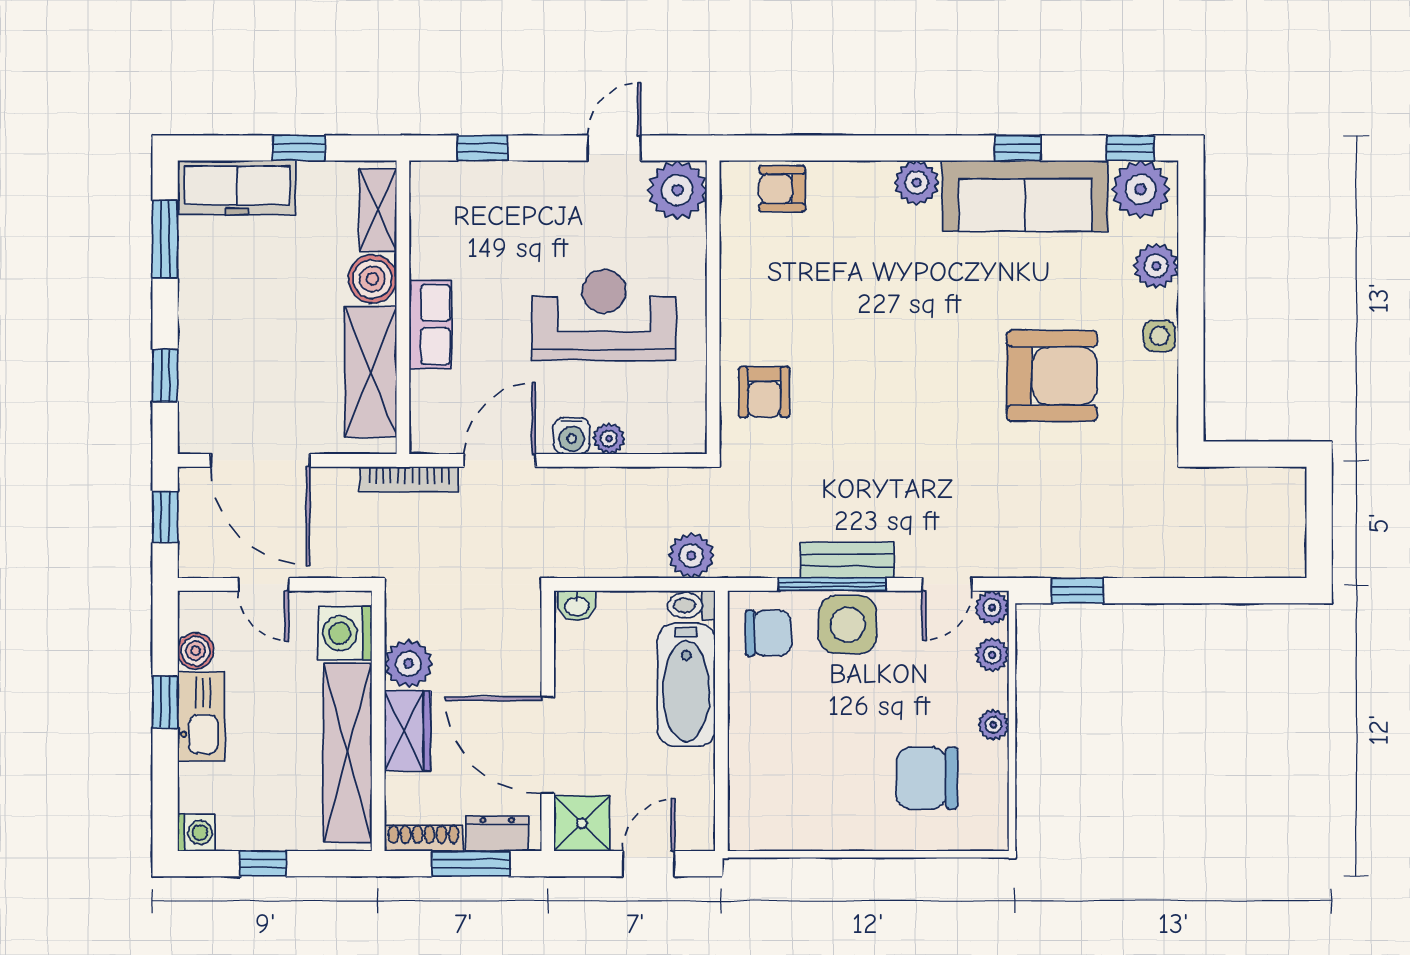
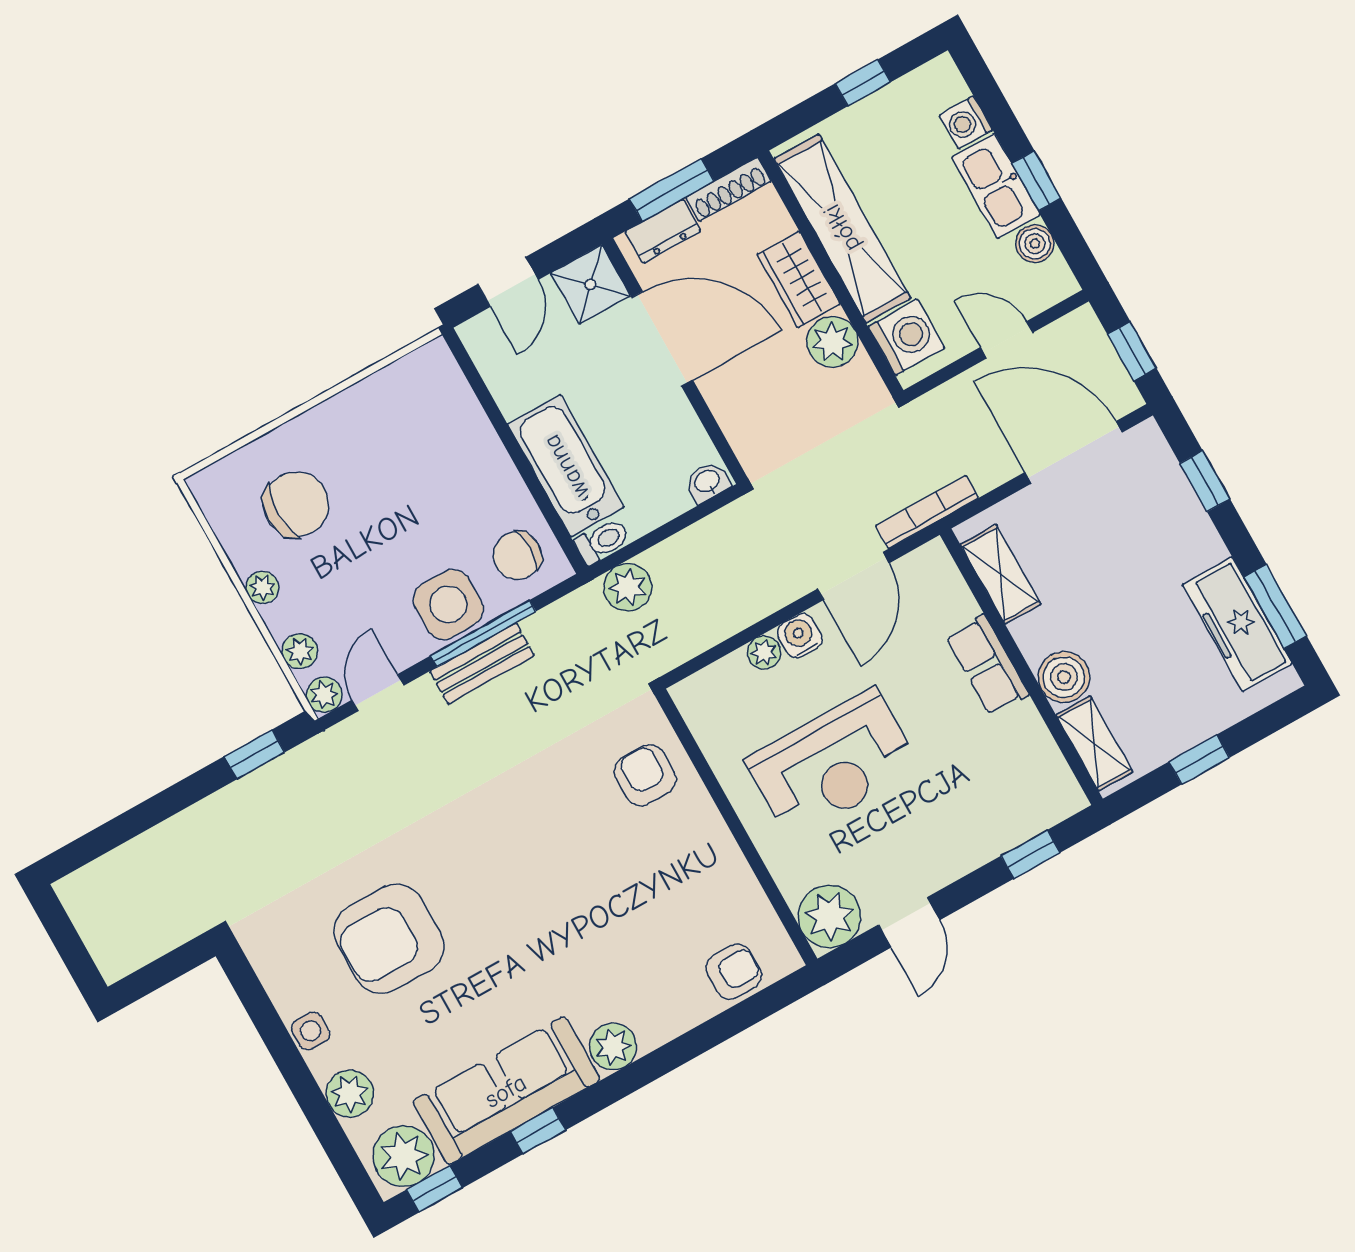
freezer: (237, 188) -> (1237, 624), moved, turned -90
shelving: (371, 372) -> (1001, 574), width x0.67, depth x0.75
washing machine: (196, 832) -> (966, 122), moved

